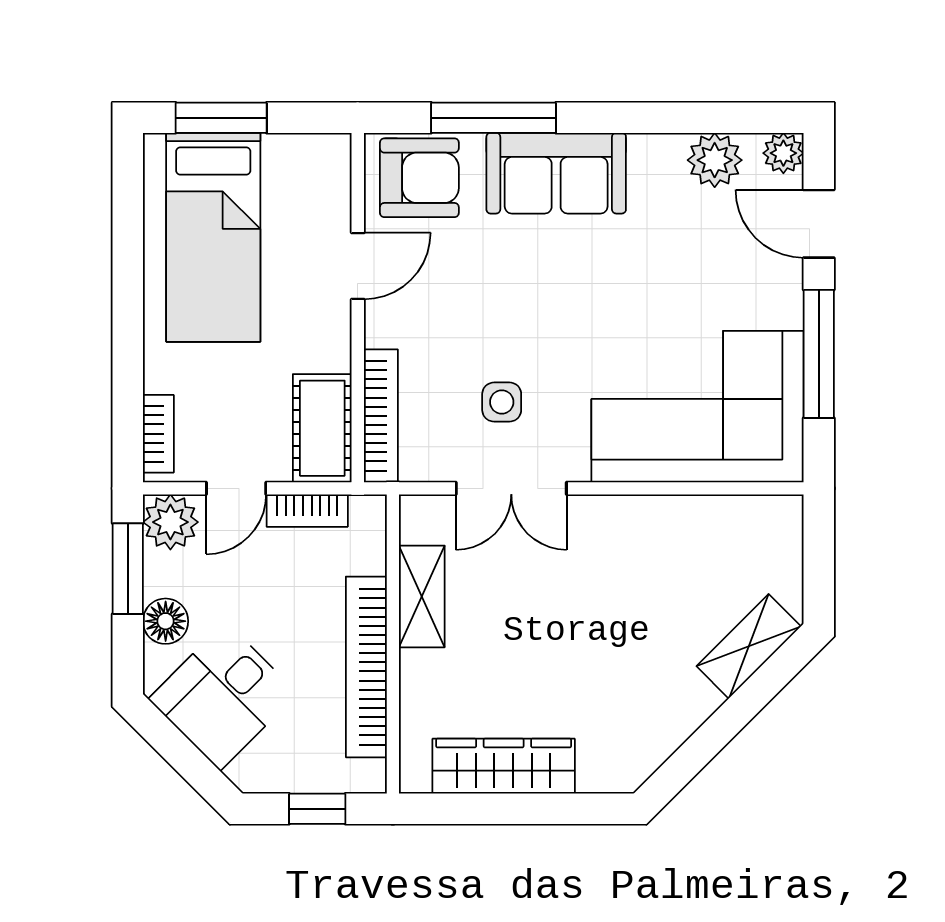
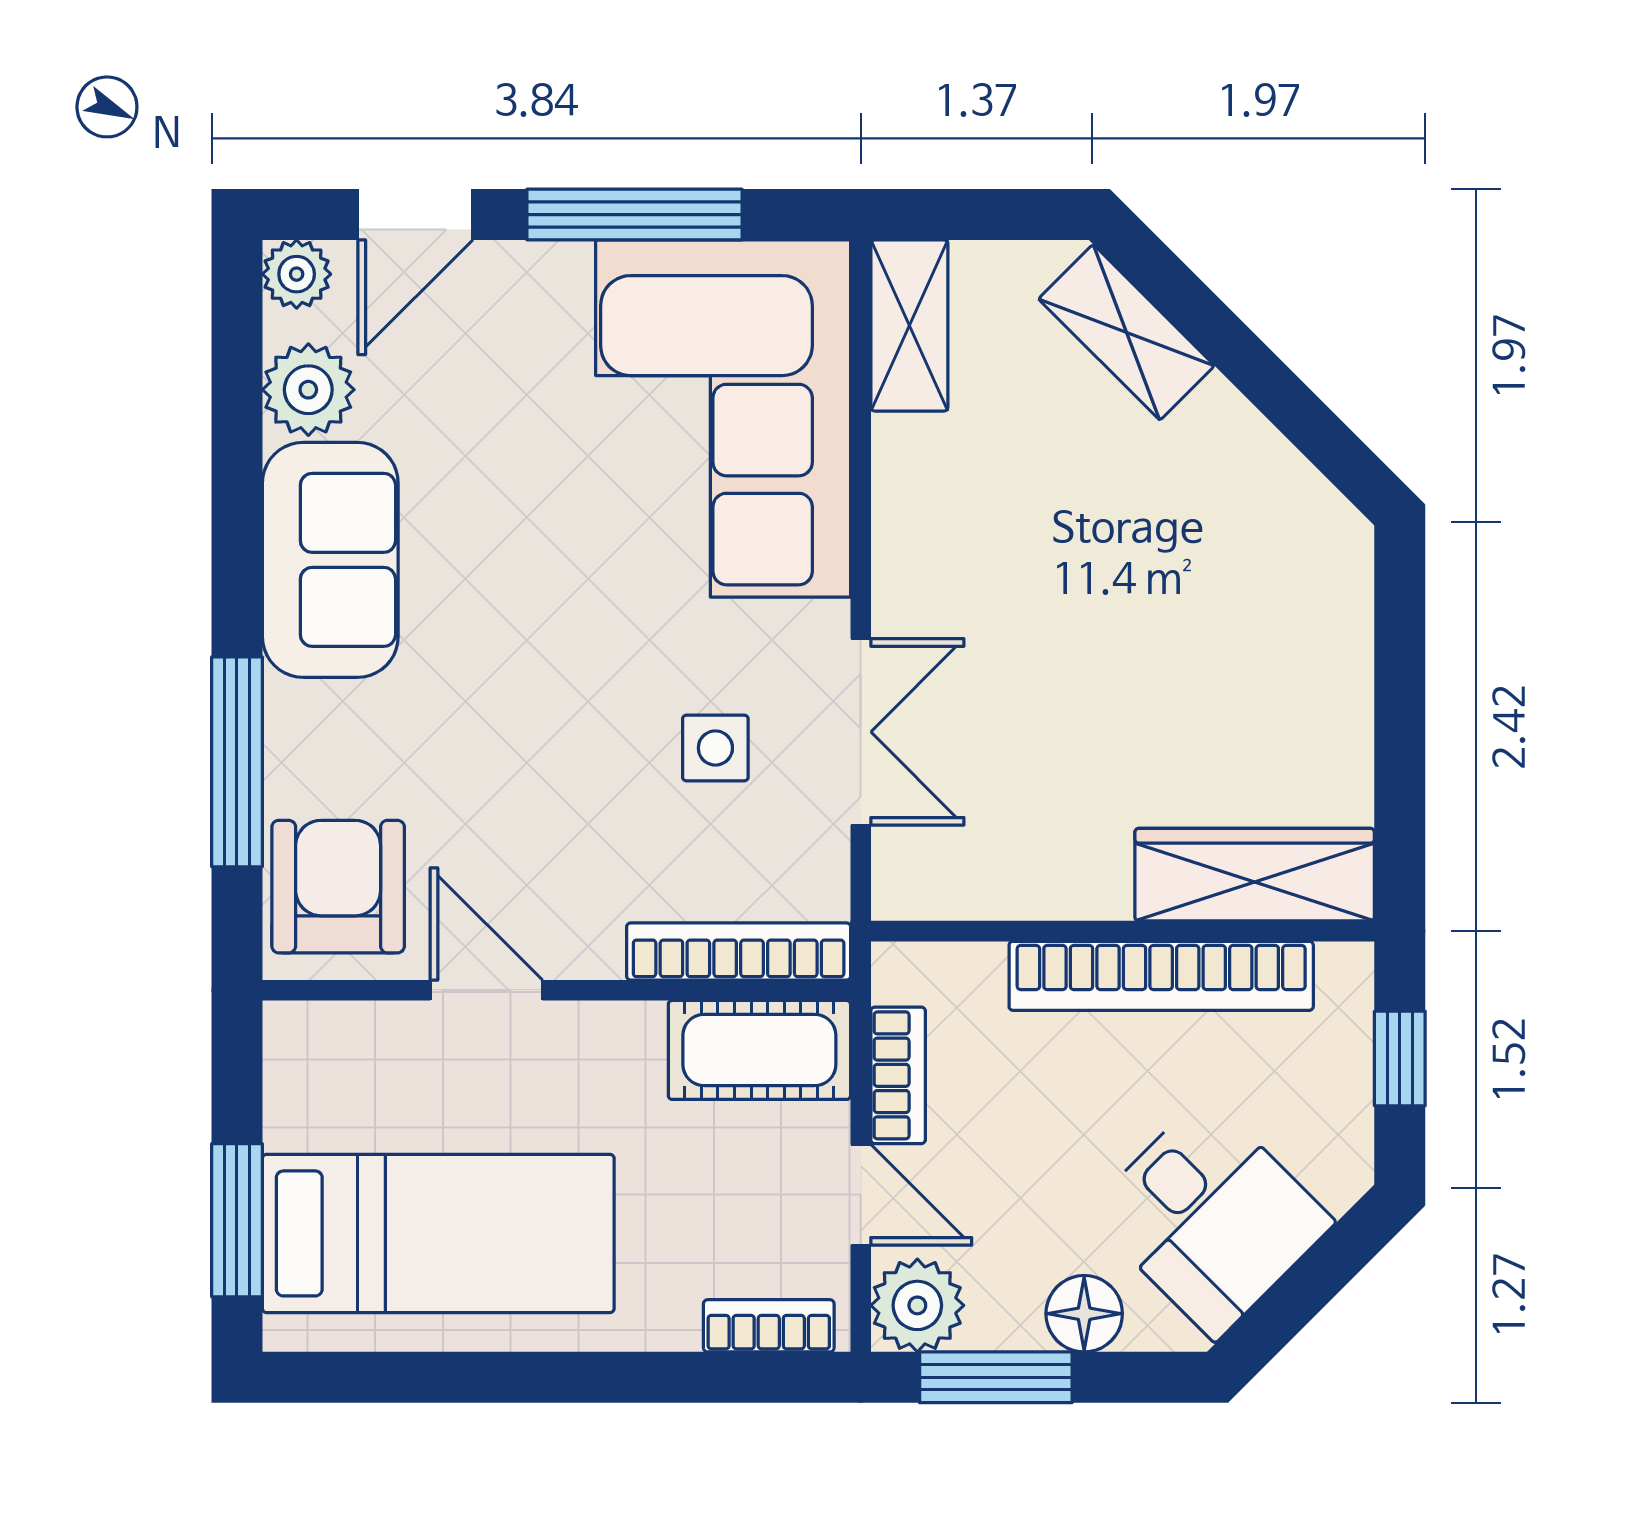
sofa: (556, 173) -> (330, 560), moved
shelving: (422, 596) -> (909, 325), moved, turned 90
wardrobe: (504, 766) -> (1255, 875), moved, turned 90

